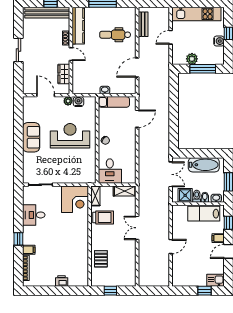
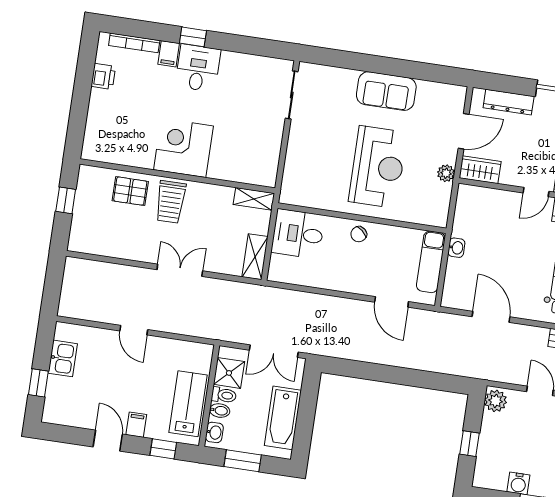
plant: (192, 59) -> (496, 401), moved
window: (203, 69) -> (469, 444), width x0.46
wardrobe: (64, 74) -> (480, 170), moved
dresser: (27, 75) -> (509, 102), added
water cooler: (78, 102) -> (442, 193), removed
corner desk: (75, 199) -> (183, 148), moved, turned 90
desk: (34, 215) -> (198, 68), moved
trolley: (103, 217) -> (171, 202), moved
kitchen sink: (216, 280) -> (63, 358), moved
printer: (62, 281) -> (103, 76), moved

